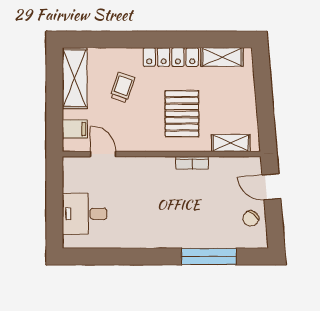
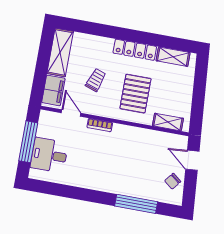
trolley: (122, 87) -> (96, 80), moved
filing cabinet: (75, 129) -> (53, 90), width x2.00
bookcase: (192, 163) -> (100, 125), moved
window: (54, 202) -> (28, 142), added

